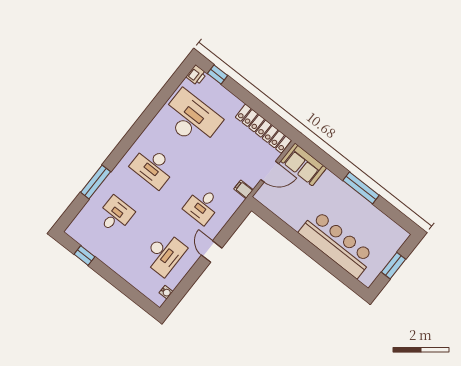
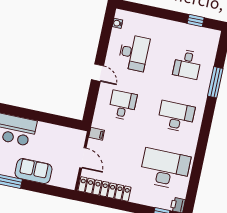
desk: (191, 119) -> (165, 169), turned 180
sofa: (303, 164) -> (33, 171), moved
door: (270, 172) -> (83, 158), swing flipped
desk: (164, 254) -> (134, 53), turned 180

